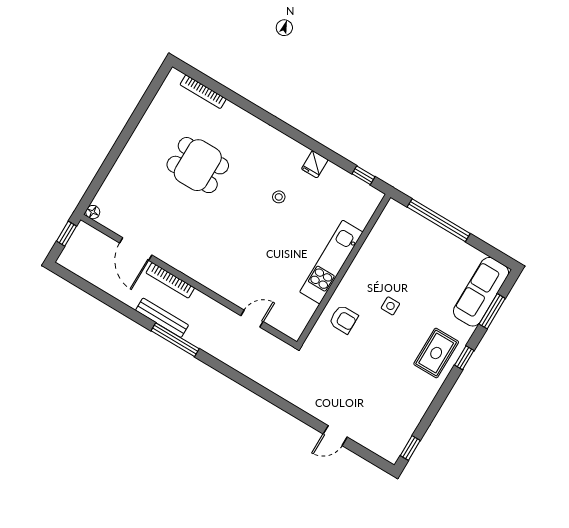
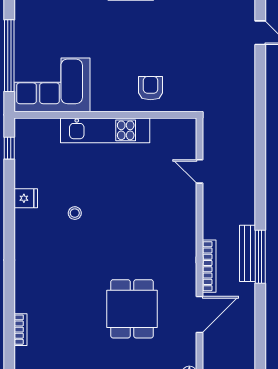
bookcase: (203, 92) -> (21, 330), width x0.64
dining table: (198, 165) -> (132, 309), moved
corner sofa: (394, 241) -> (52, 85), added
side table: (390, 306) -> (113, 53), removed
window: (175, 340) -> (260, 257), moved

